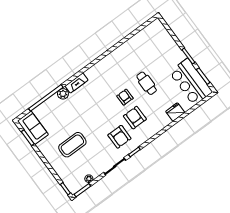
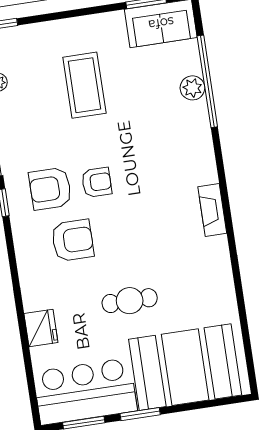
booth: (161, 48) -> (185, 367), added
fireplace: (77, 83) -> (212, 210), moved
plant: (63, 94) -> (192, 88), moved
armchair: (125, 97) -> (97, 182), moved

